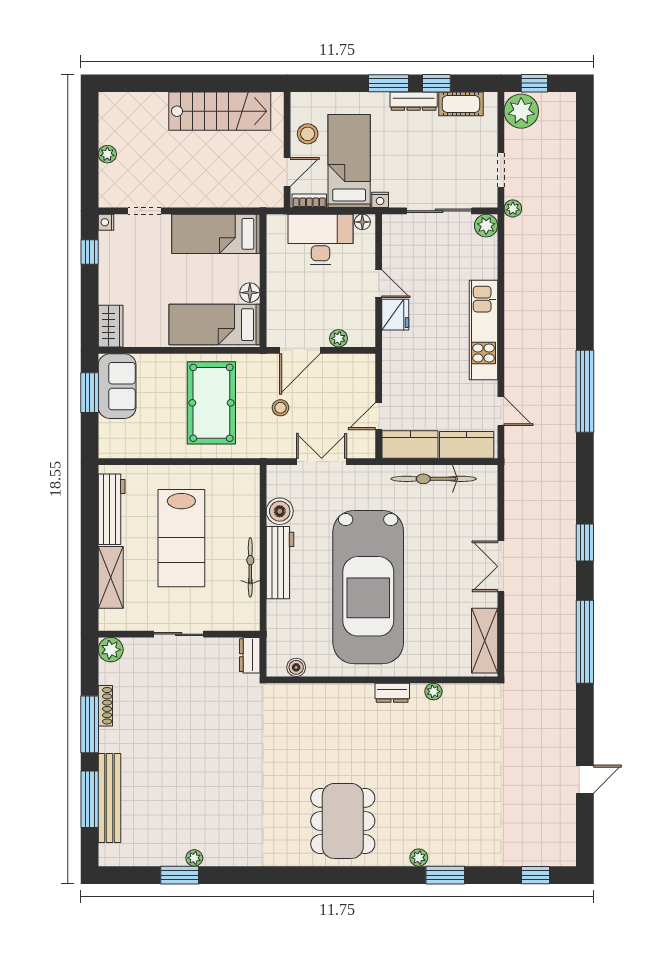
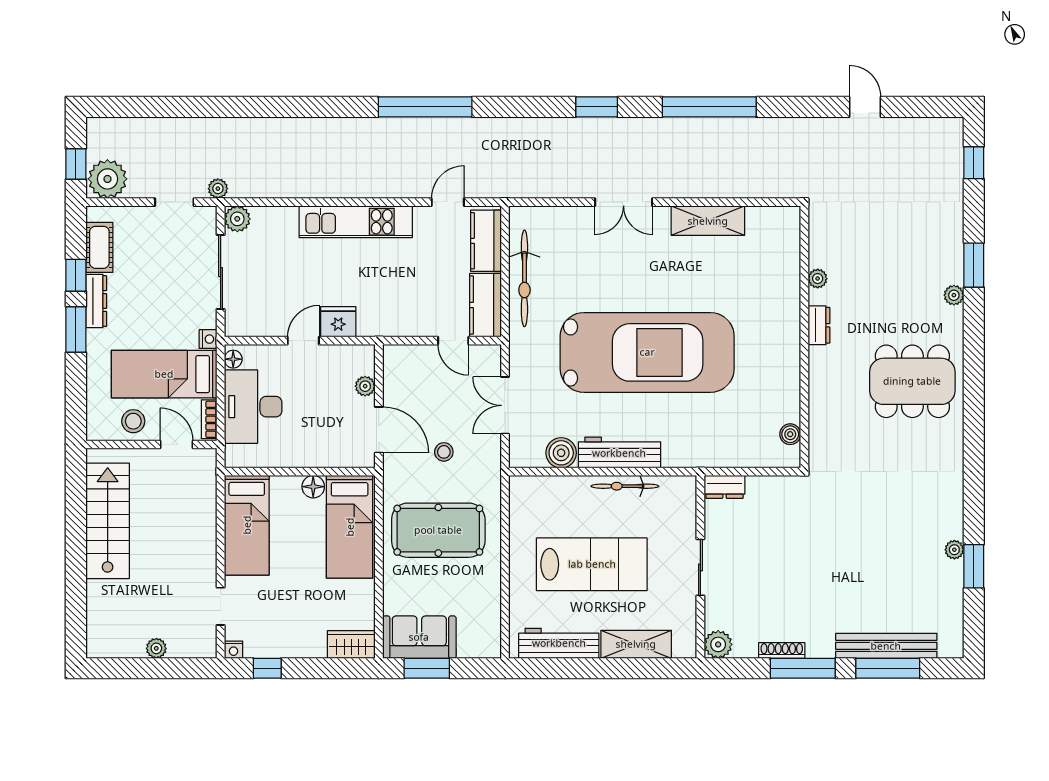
boiler: (296, 667) -> (790, 434), moved
wall: (382, 680) -> (804, 337), moved
plant: (433, 692) -> (818, 279), moved
dresser: (392, 693) -> (819, 325), moved

